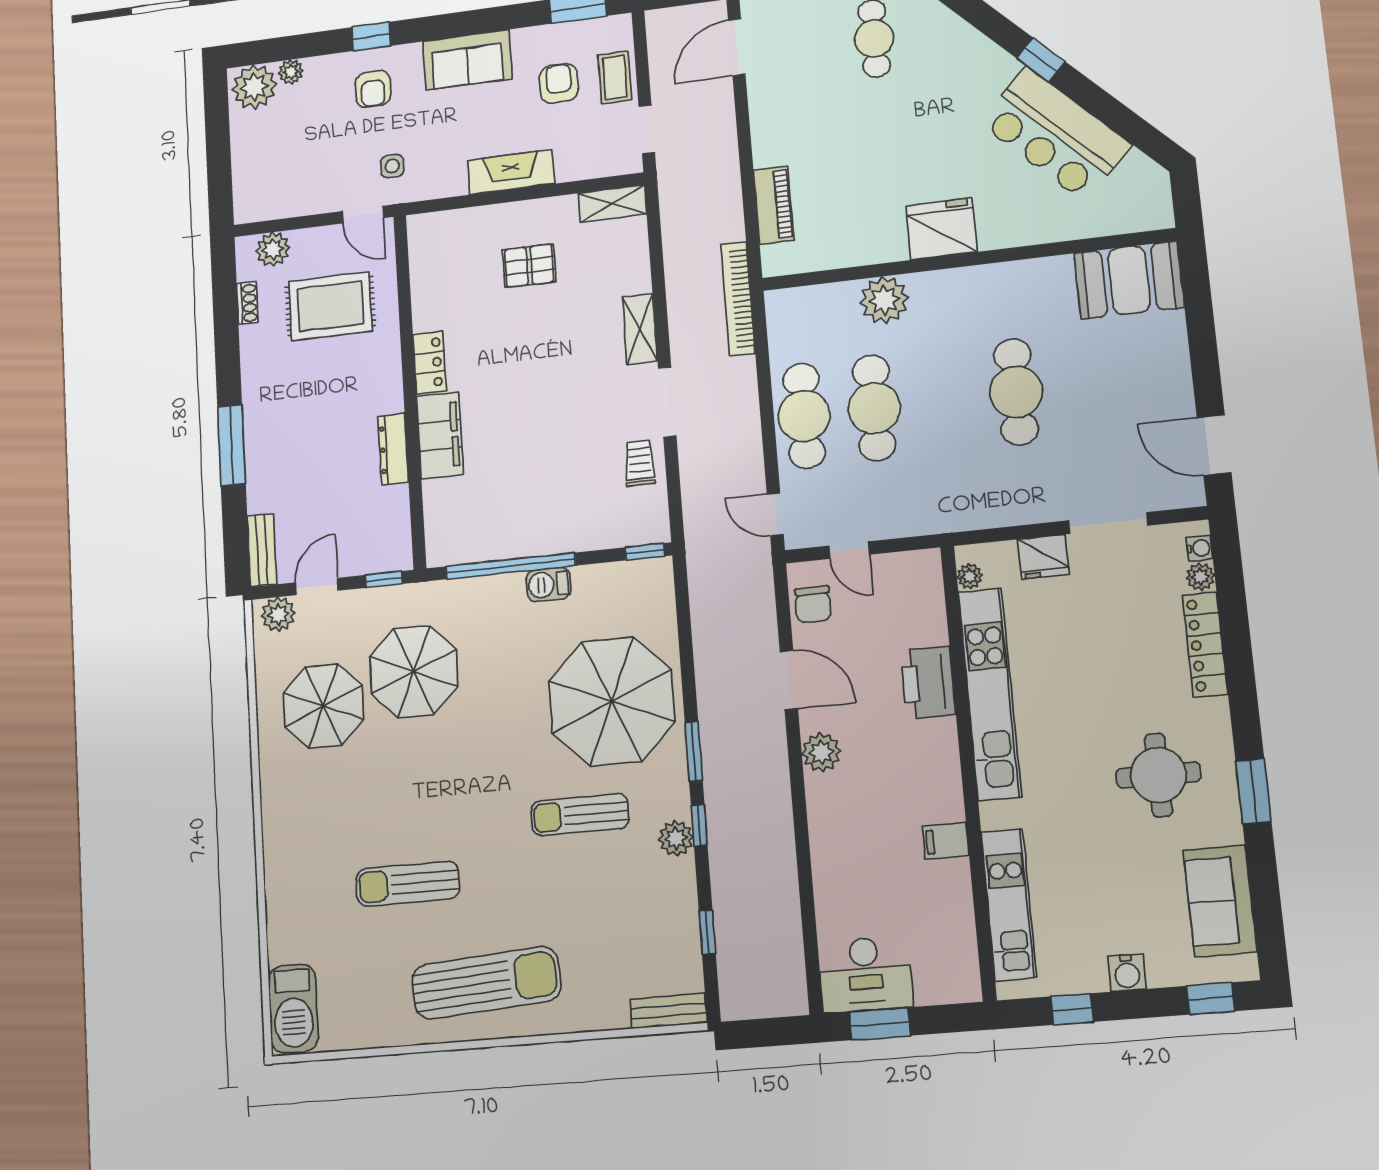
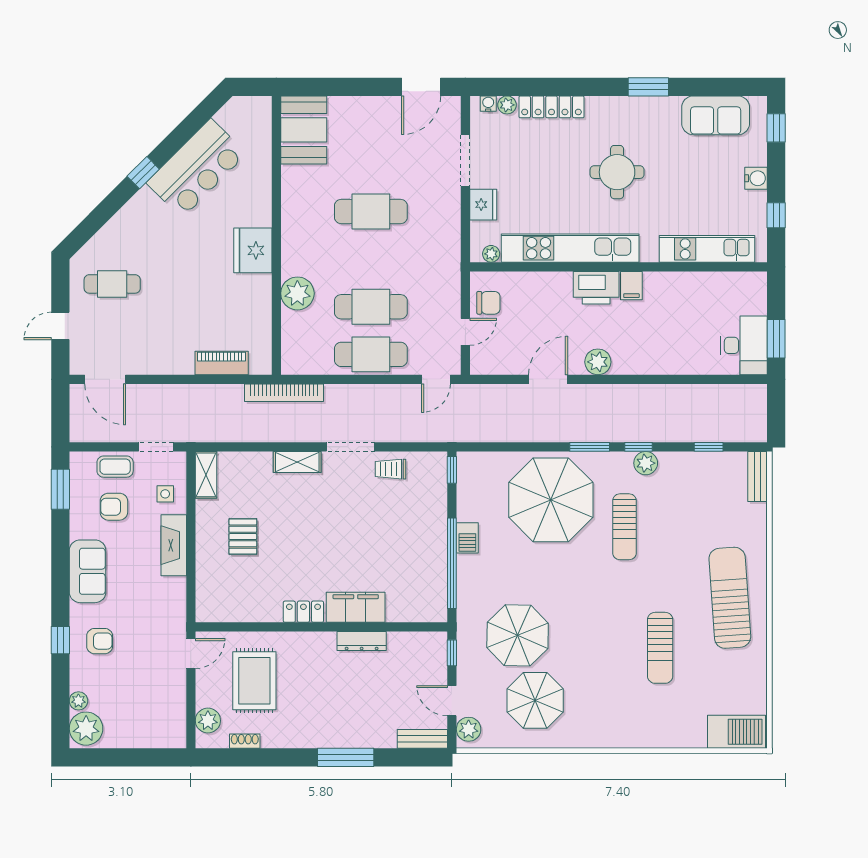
side table: (392, 166) -> (165, 494), moved
chair: (813, 604) -> (488, 303), moved
printer: (928, 683) -> (596, 288), moved
round table: (1158, 775) -> (617, 172), moved
filing cabinet: (946, 841) -> (631, 286), moved

